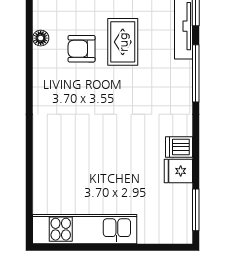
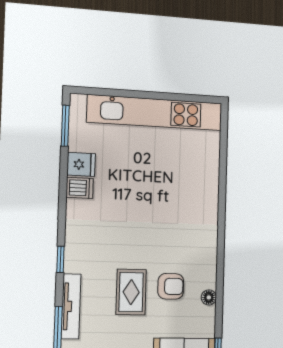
window: (196, 73) -> (60, 259), width x0.46
kitchen unit: (85, 229) -> (155, 113), width x1.36

